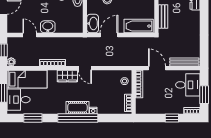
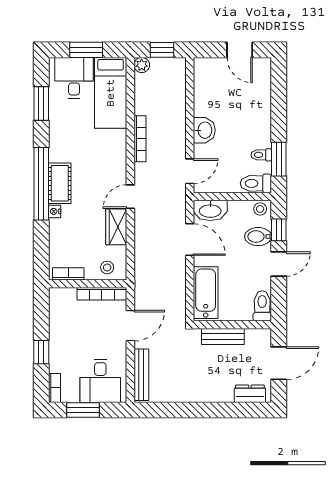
door: (30, 35) -> (190, 171), moved
wardrobe: (67, 76) -> (116, 227), moved

